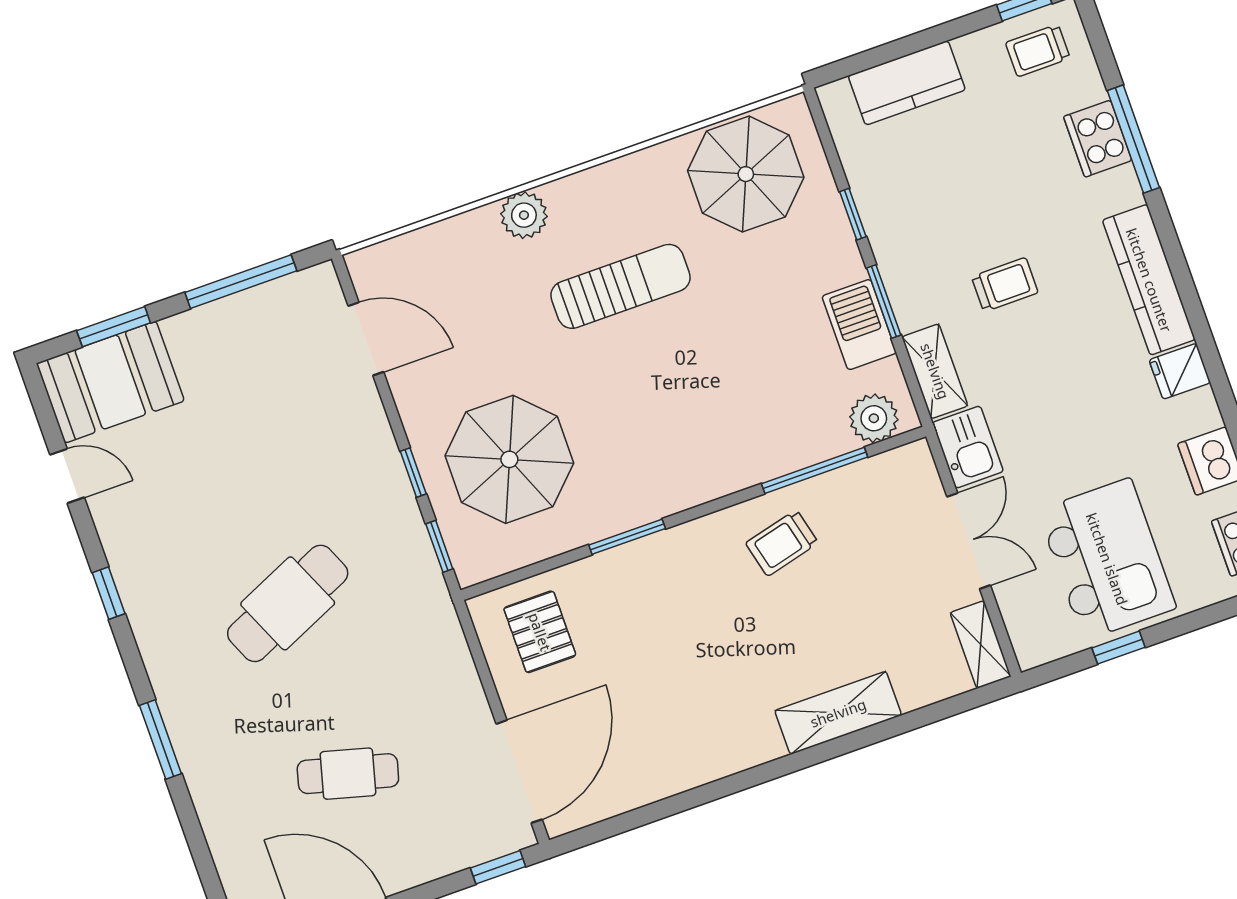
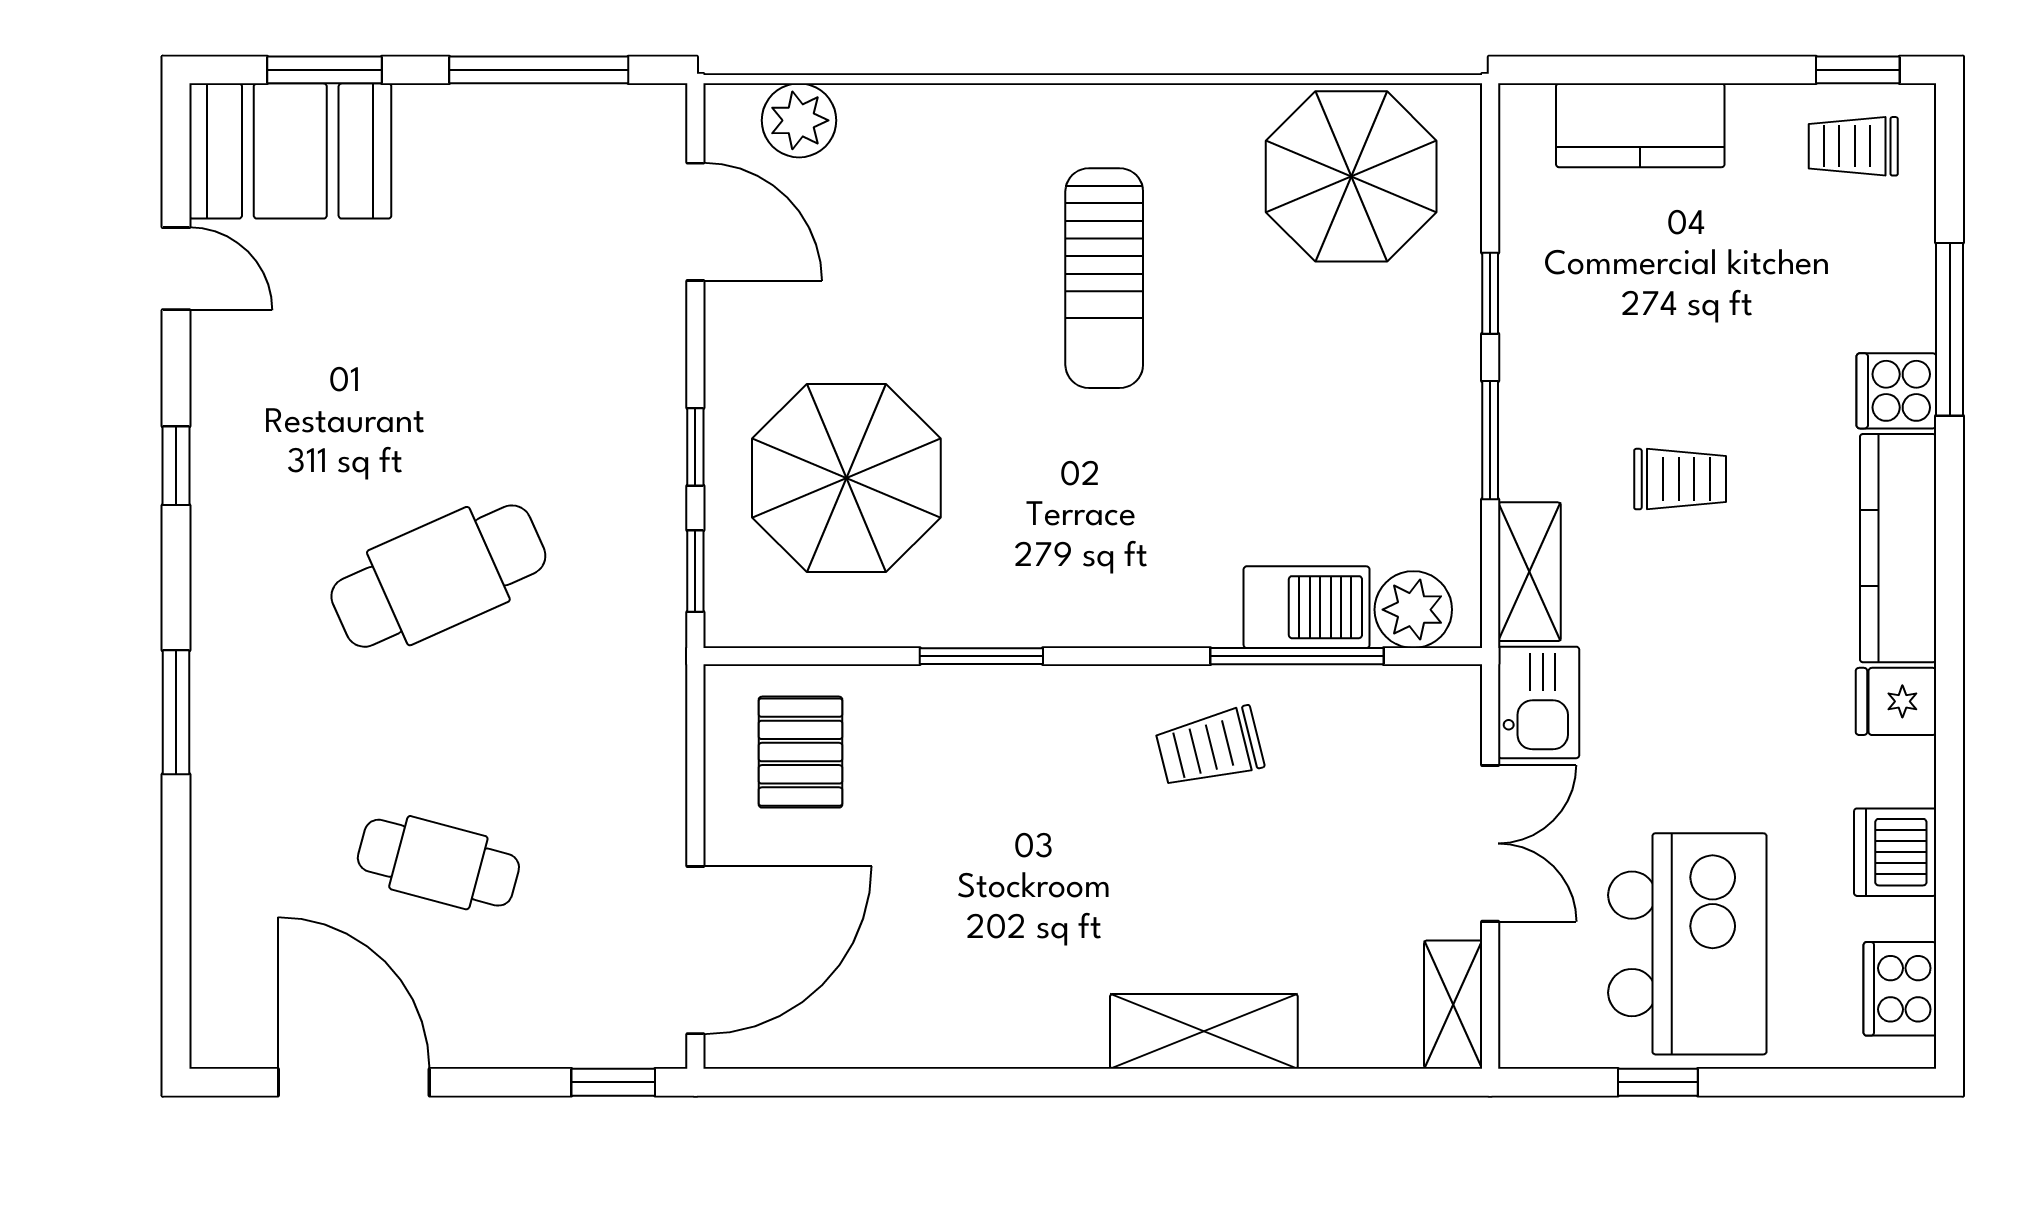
cooker: (1098, 139) -> (1896, 391), moved, width x0.73
plant: (524, 215) -> (799, 120), moved
sun lounger: (620, 286) -> (1104, 278), turned 90
barbecue: (859, 325) -> (1307, 607), moved, turned 90

